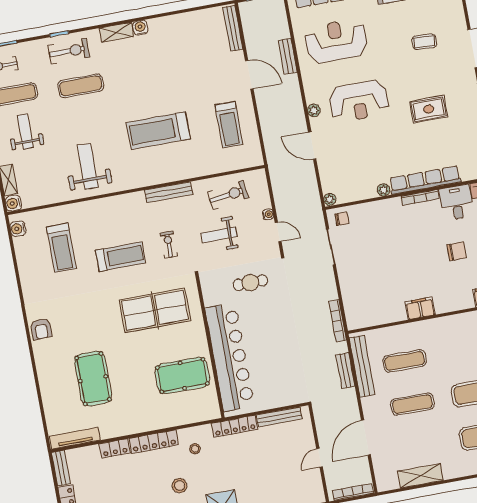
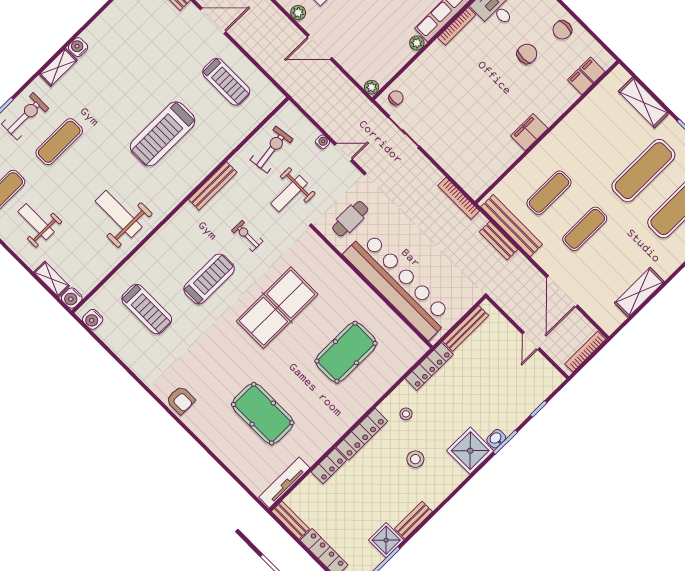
wall: (210, 346) -> (372, 287), moved
bar counter: (230, 357) -> (398, 285), moved

